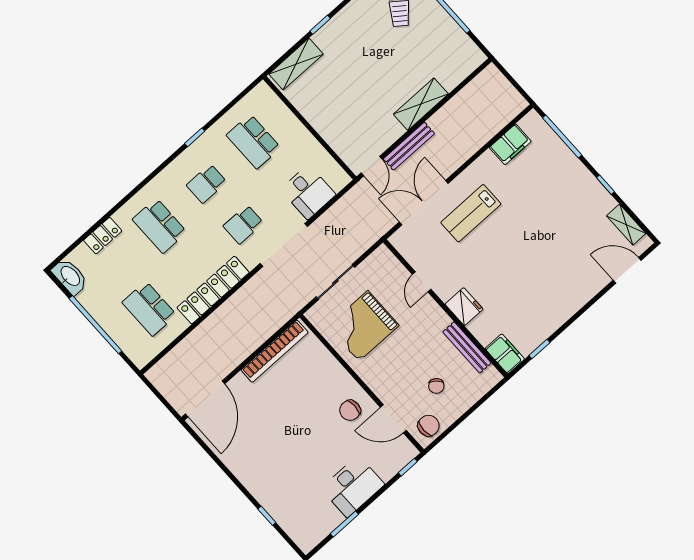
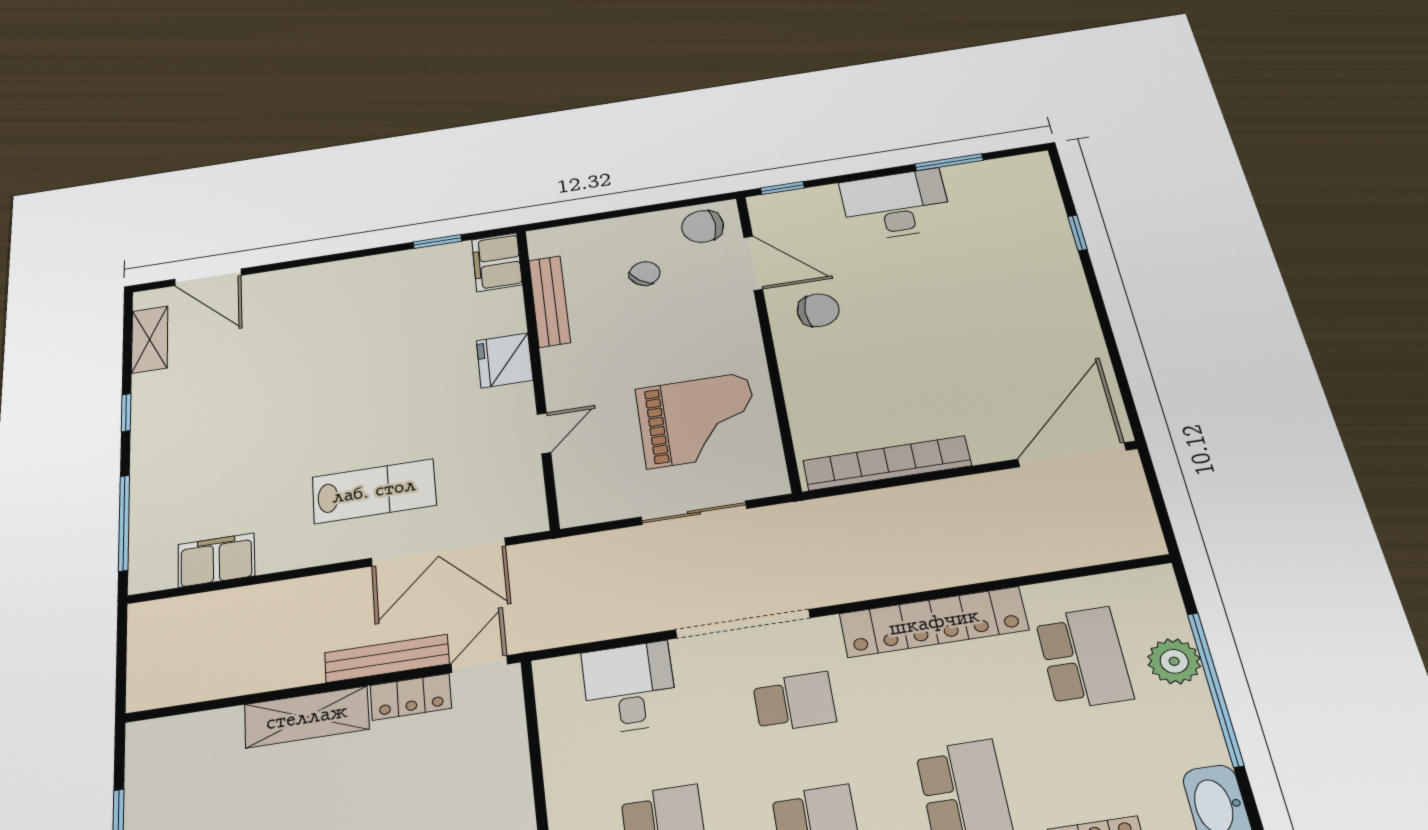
locker: (388, 137) -> (411, 697), added
plant: (116, 327) -> (1174, 661), added

